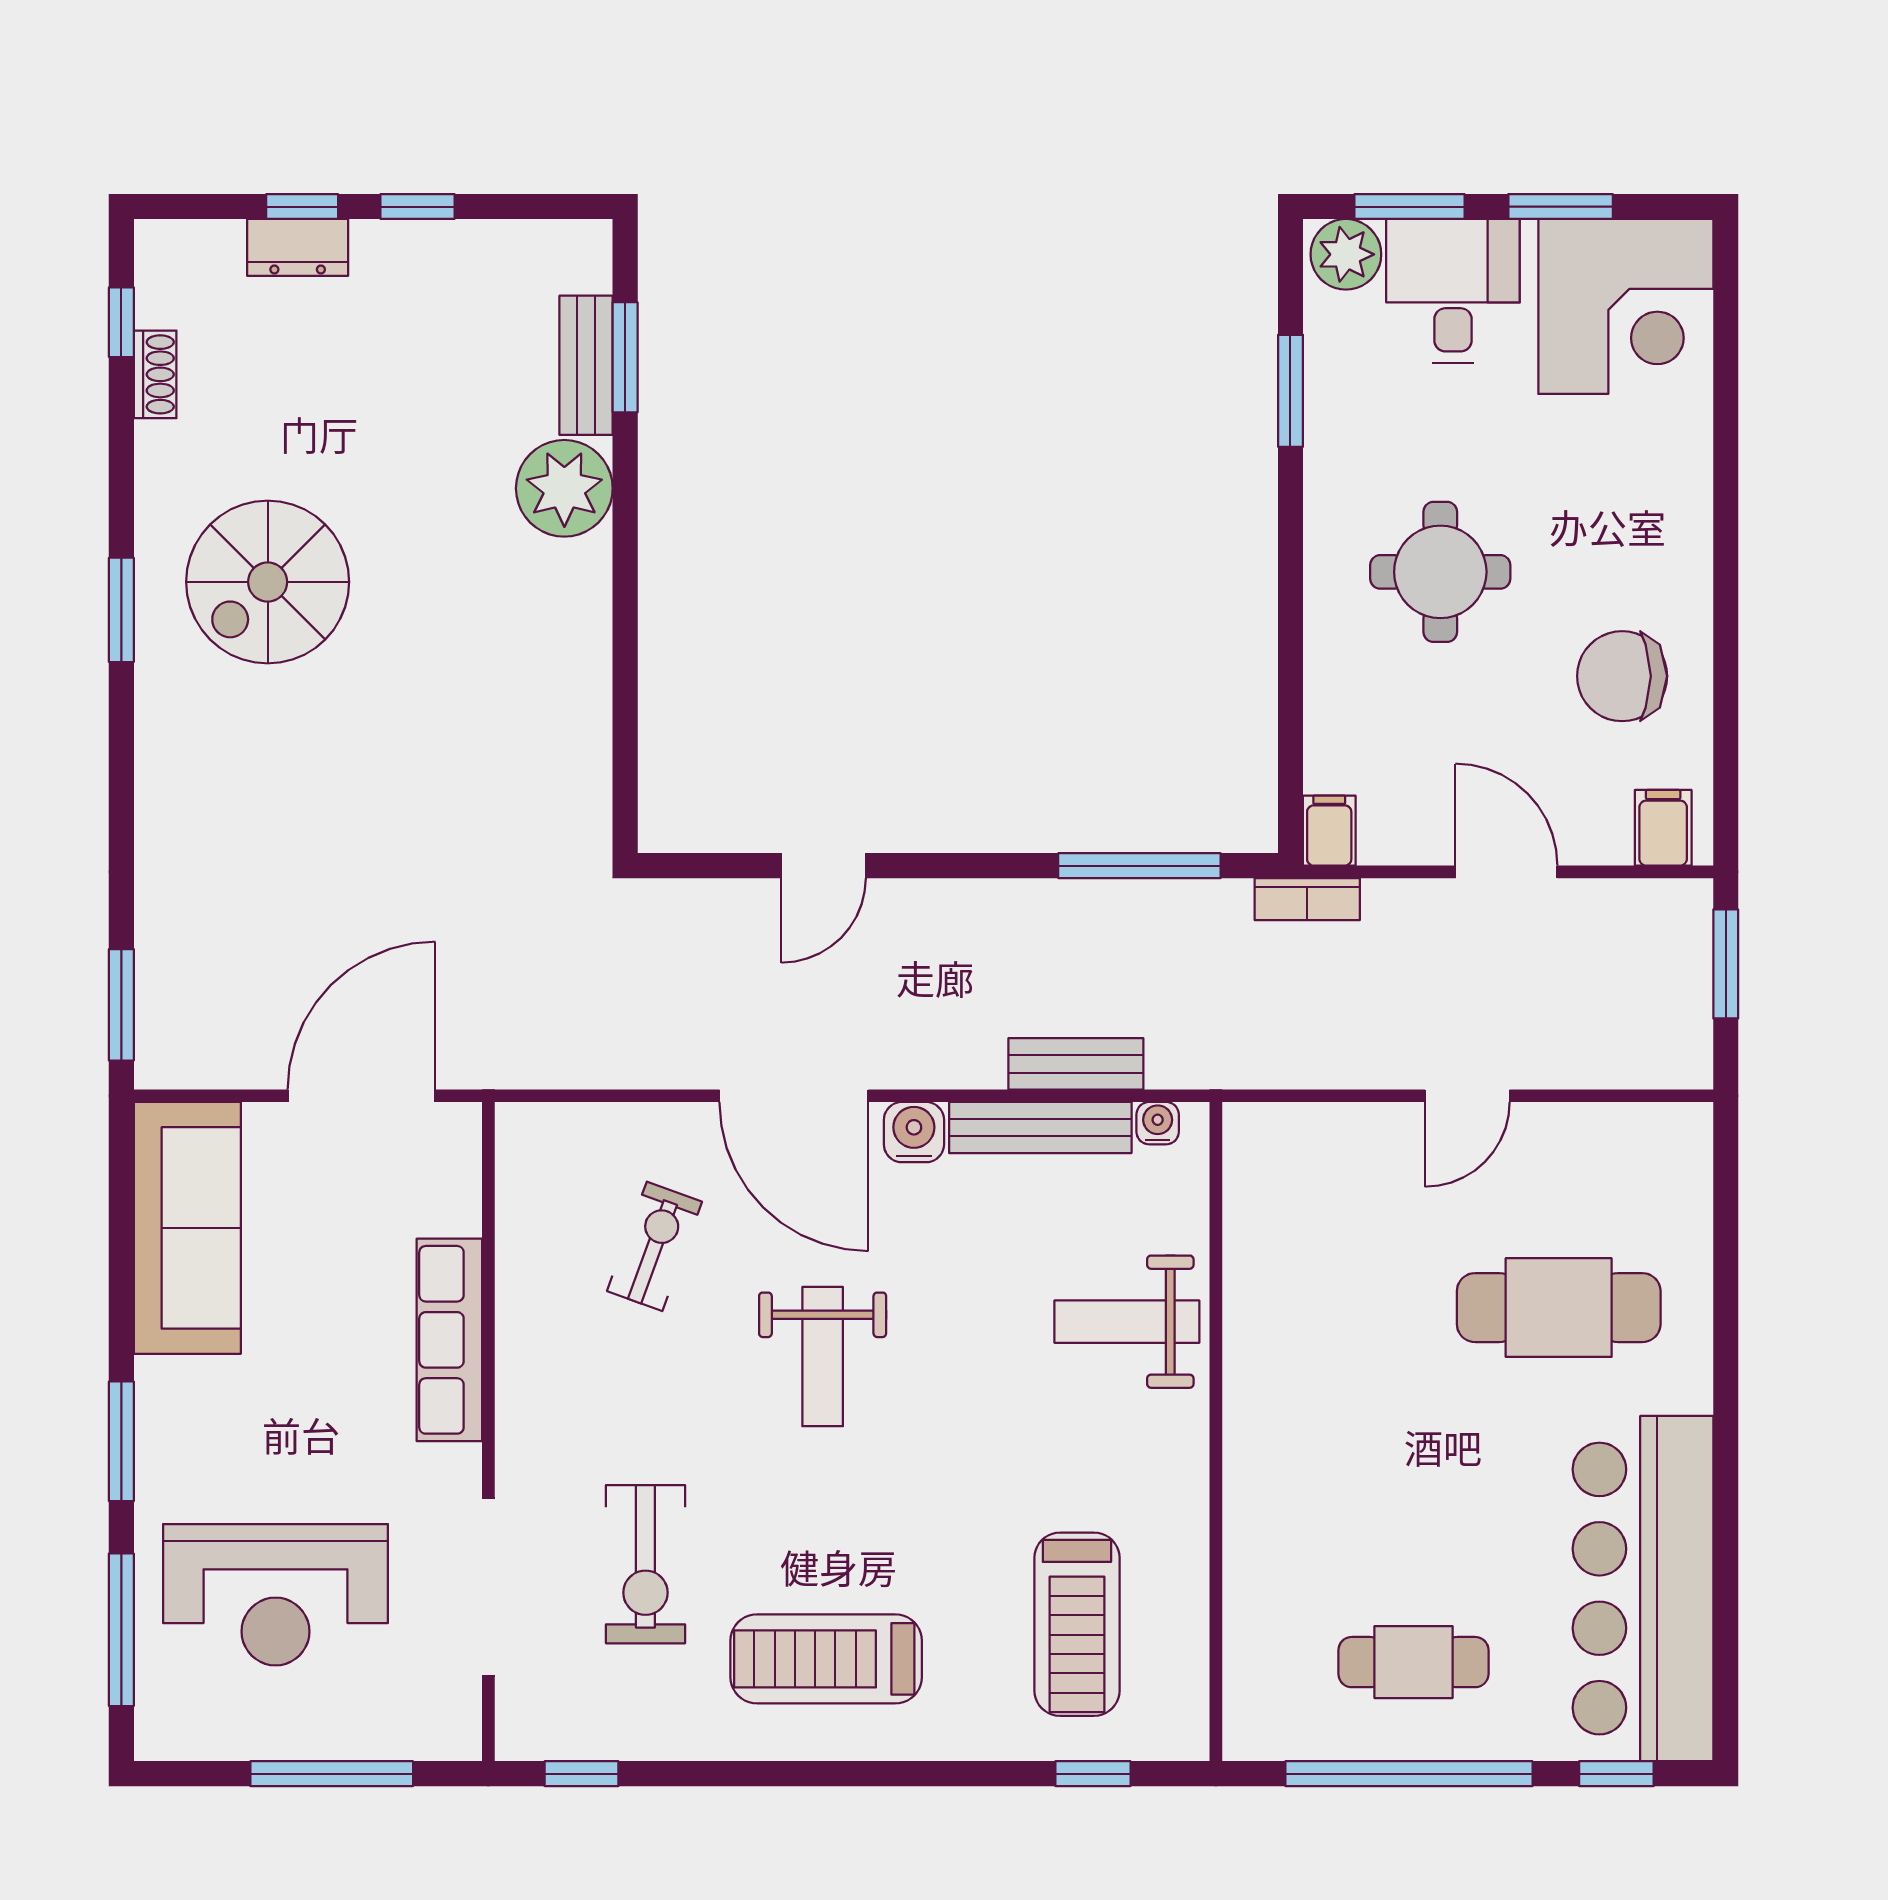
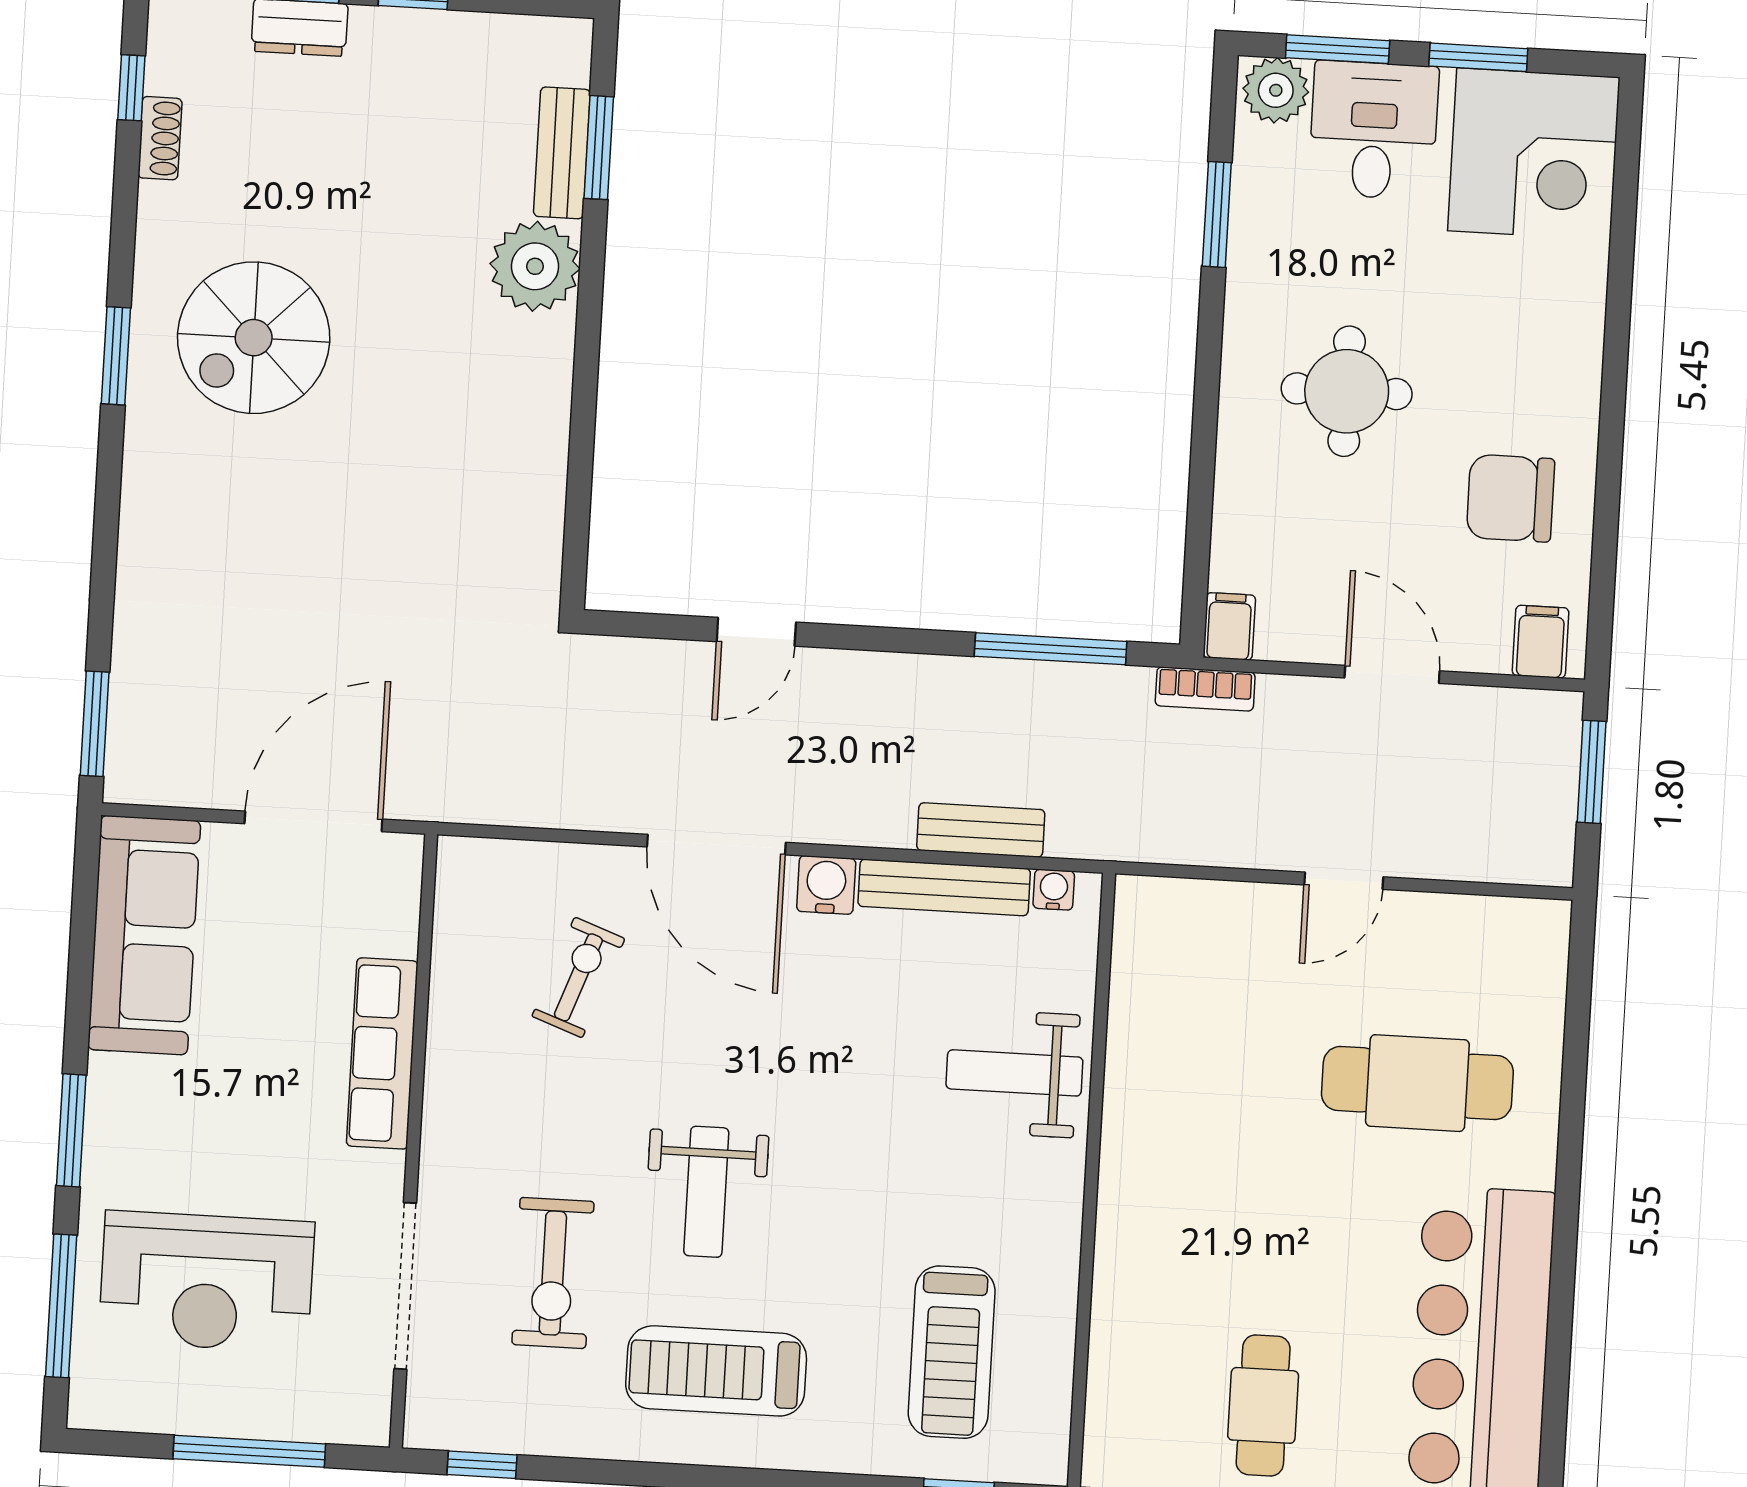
weight bench: (823, 1357) -> (706, 1192), moved
cafe table: (1413, 1662) -> (1263, 1405), turned 90

